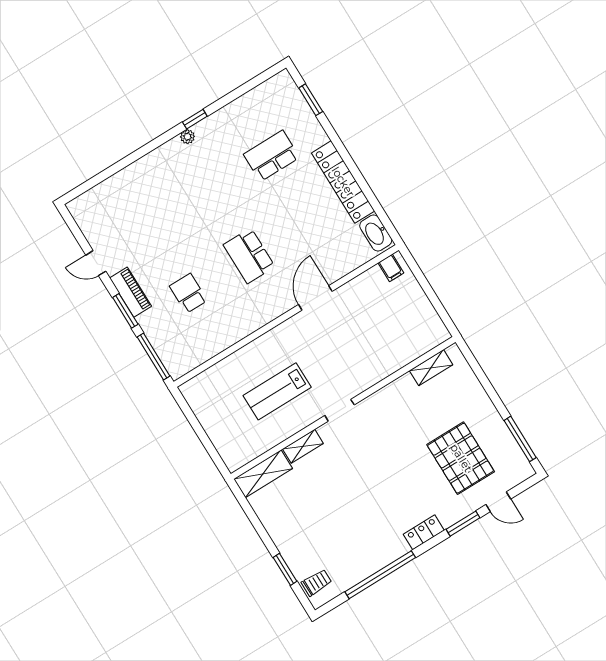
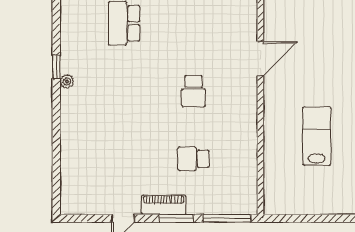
school desk: (249, 256) -> (194, 91), width x0.54
door: (315, 298) -> (260, 59), swing flipped
lab bench: (277, 391) -> (317, 136), turned 180

